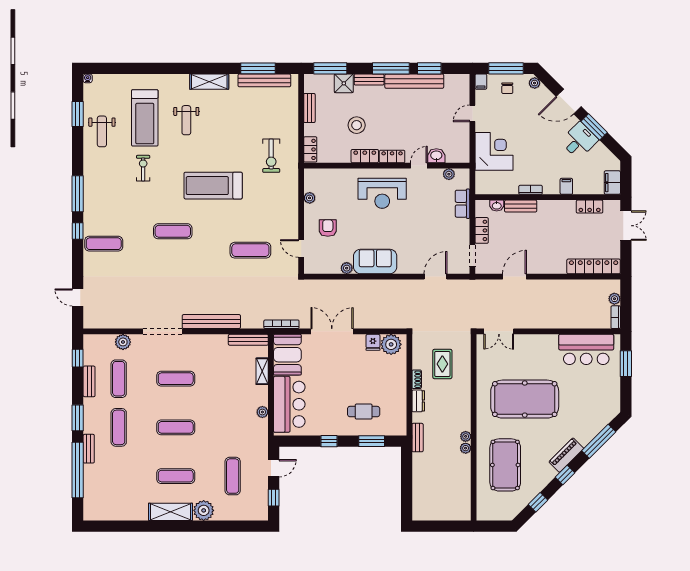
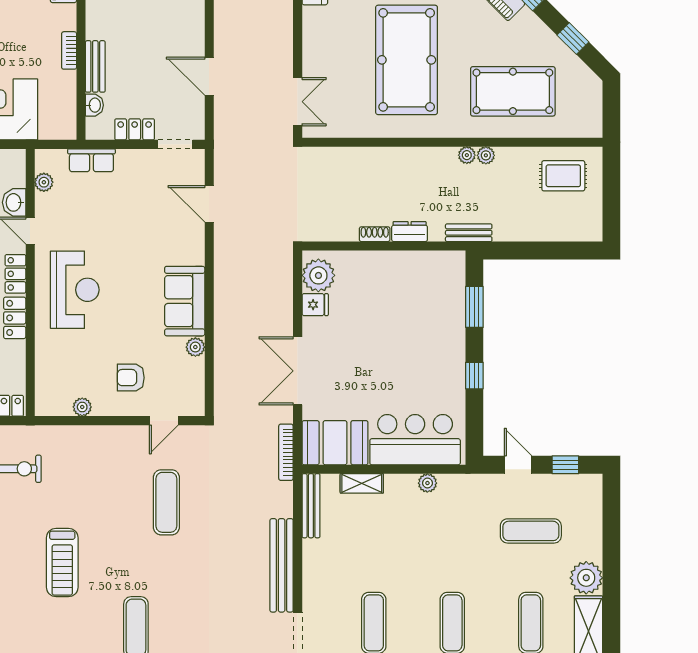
treadmill: (213, 186) -> (62, 562), width x0.73, depth x0.73
rug: (442, 364) -> (563, 176), moved
cafe table: (364, 412) -> (427, 320), removed

